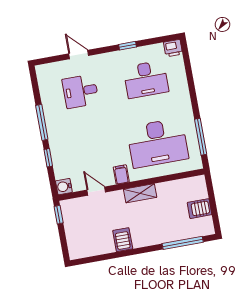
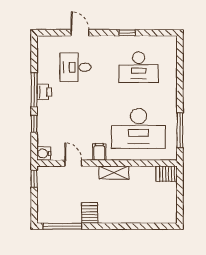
printer: (173, 48) -> (44, 92), moved, turned -90
server rack: (199, 209) -> (167, 174), moved
window: (183, 243) -> (62, 226), moved

